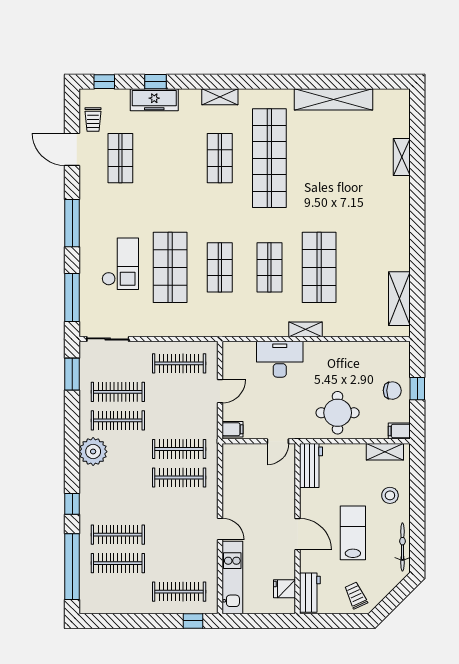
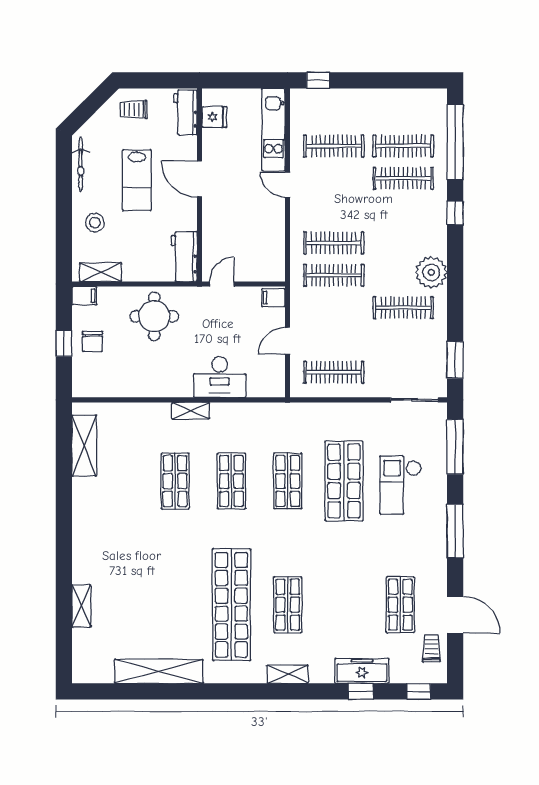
shop shelf: (319, 267) -> (175, 481), width x0.70, depth x0.74
chair: (392, 391) -> (92, 341), turned -91
clothes rail: (118, 392) -> (403, 340), removed
clothes rail: (179, 592) -> (334, 146), moved
trolley: (356, 595) -> (134, 109), turned 115

